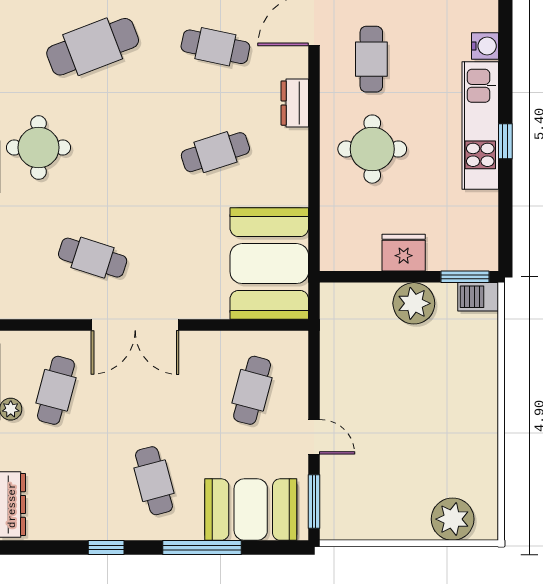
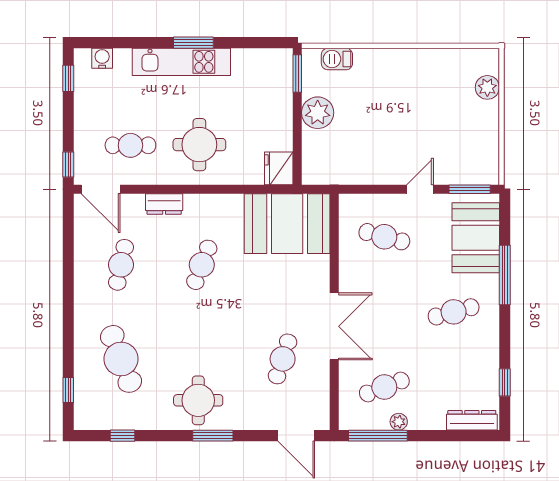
water cooler: (485, 46) -> (102, 58), moved
window: (505, 141) -> (193, 43), width x1.50
cafe table: (215, 152) -> (202, 265), turned 39
fridge: (404, 253) -> (279, 168), moved
barbecue: (478, 297) -> (337, 59), moved, turned 90
cafe table: (56, 390) -> (384, 387), turned -36
plant: (453, 519) -> (487, 87), width x0.73, depth x0.73
window: (106, 547) -> (505, 382), moved

